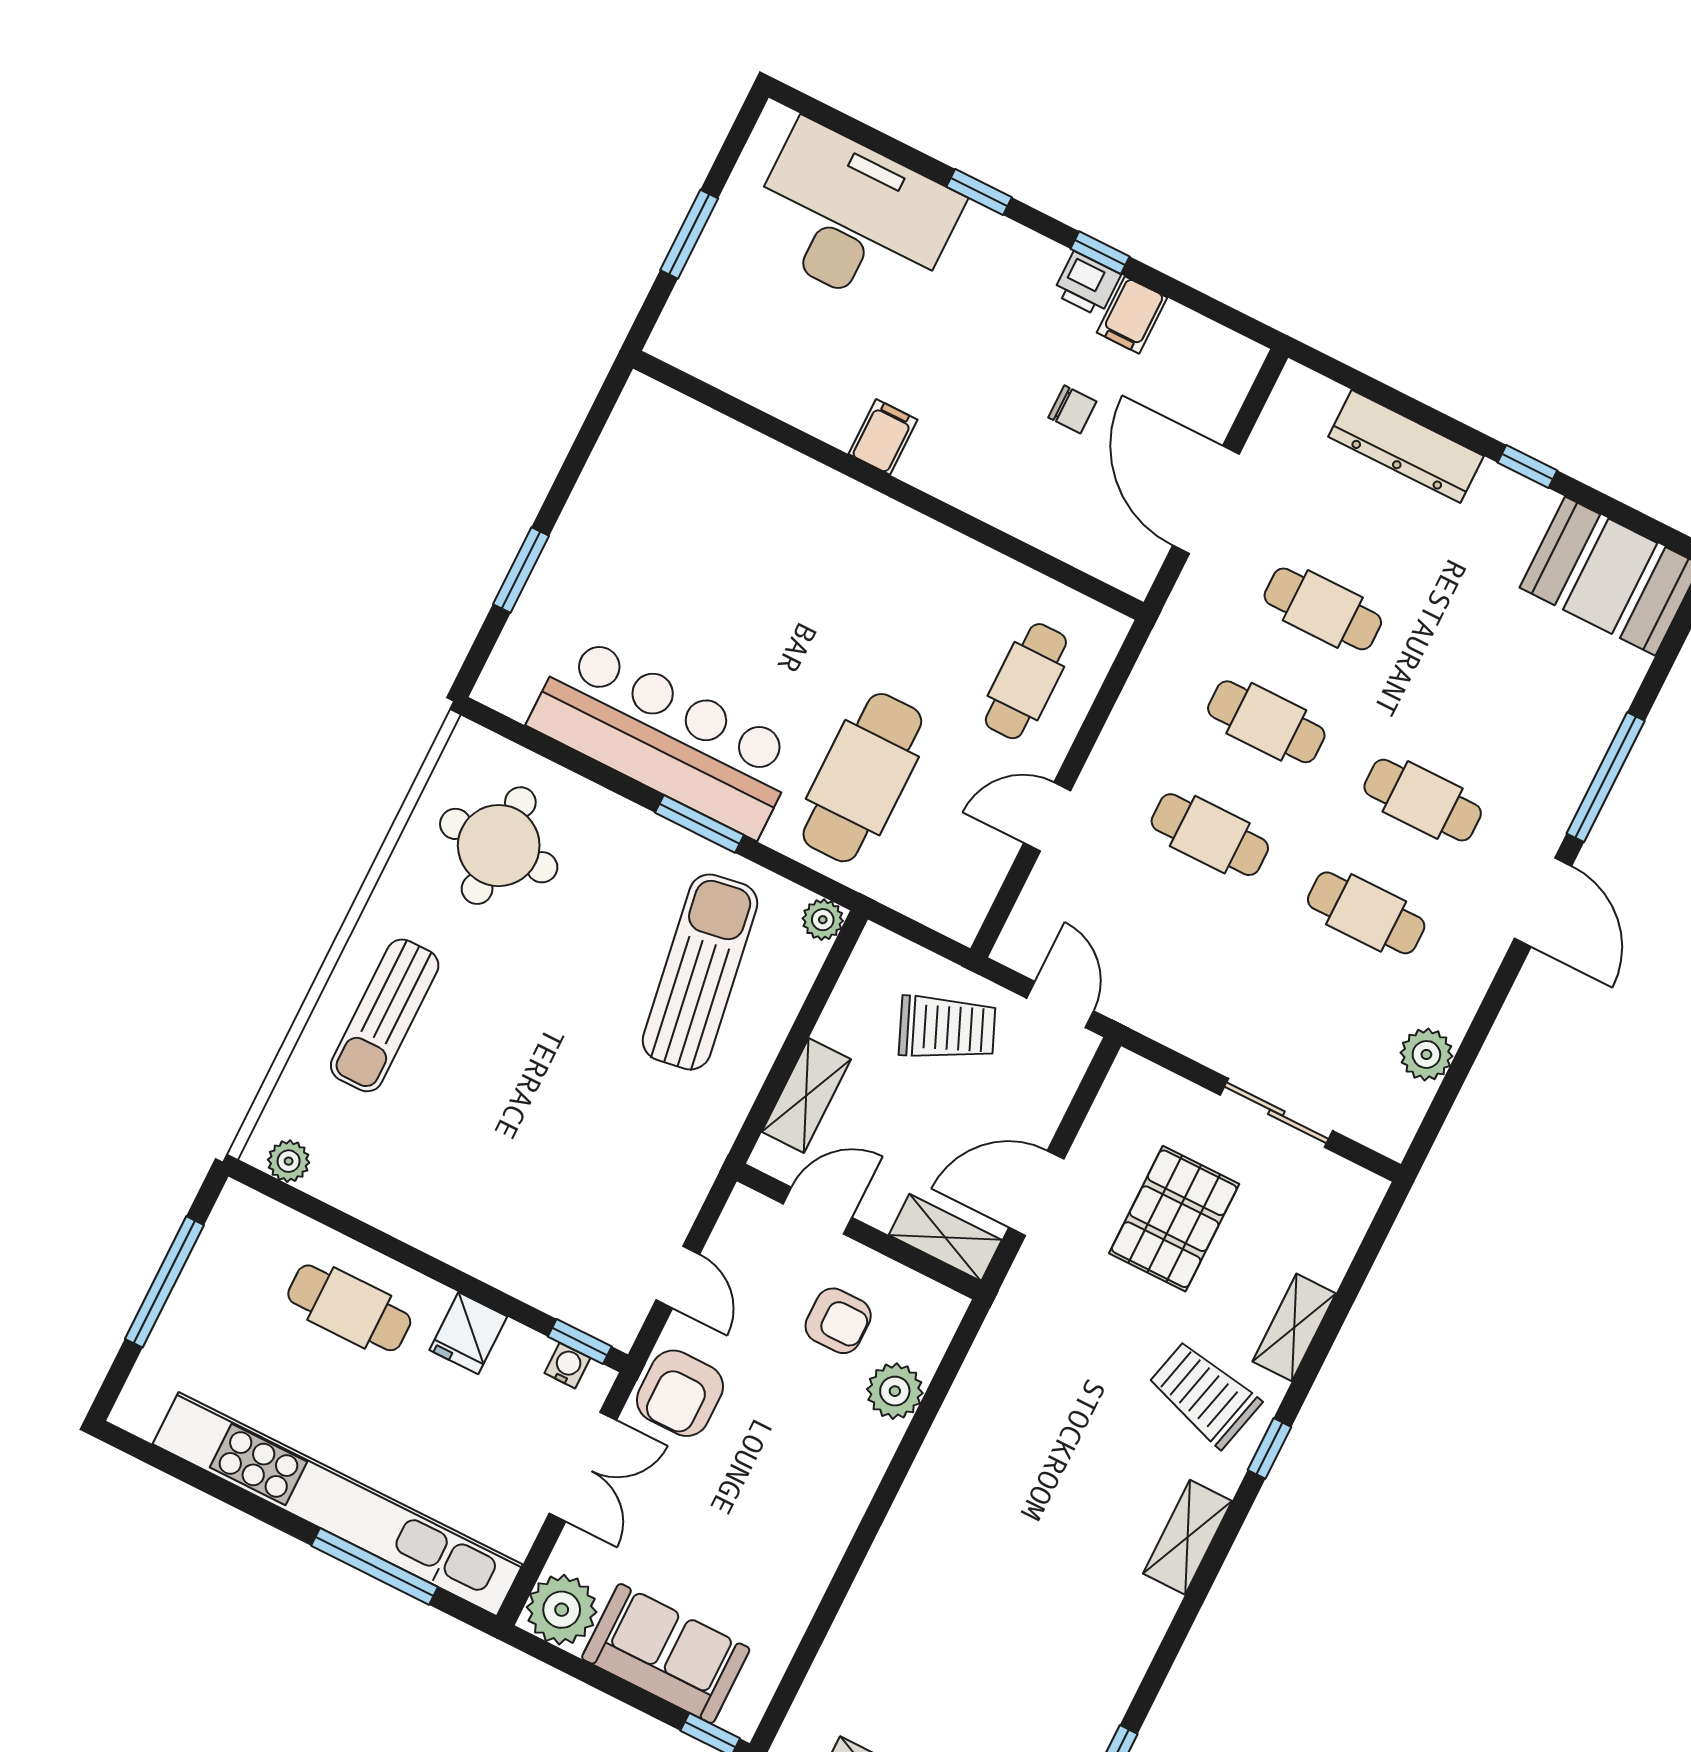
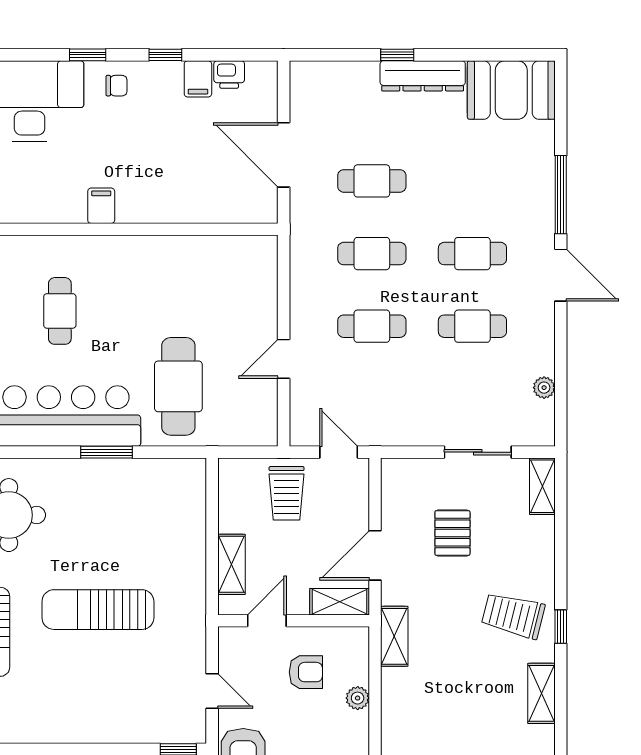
printer: (1087, 284) -> (229, 75), moved
chair: (1072, 409) -> (117, 86), moved
dresser: (1406, 446) -> (423, 76), moved
window: (1527, 467) -> (397, 55), moved
cafe table: (1026, 681) -> (60, 311), moved
plant: (823, 920) -> (195, 470), removed
sun lounger: (700, 972) -> (98, 610), moved, turned -81
trolley: (947, 1028) -> (287, 493), turned 113
plant: (1426, 1054) -> (544, 388), width x0.73, depth x0.73
pallet: (1174, 1219) -> (452, 533), width x0.67, depth x0.71
shelving: (1294, 1327) -> (542, 486), moved
shelving: (1003, 1334) -> (394, 636), added
plant: (895, 1391) -> (358, 698), width x0.73, depth x0.73

